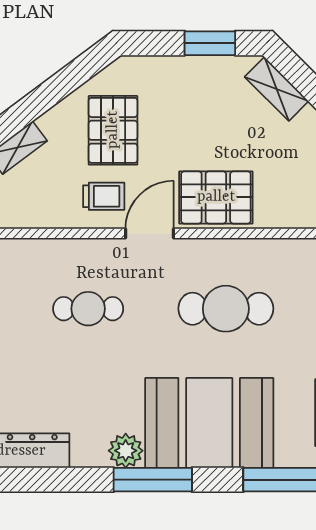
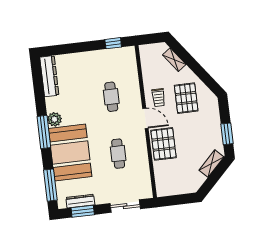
pallet: (113, 130) -> (186, 98), turned 90
cafe table: (226, 309) -> (118, 154), width x0.73, depth x0.74

